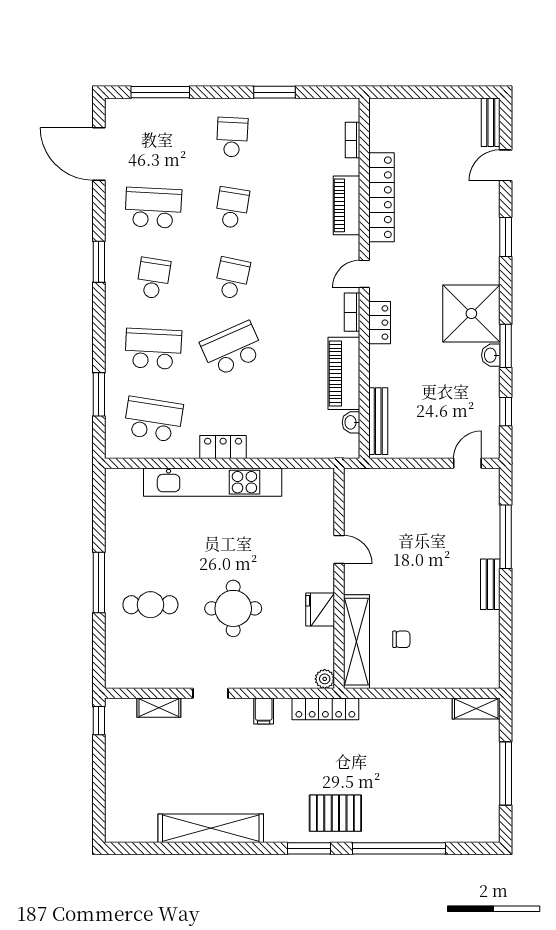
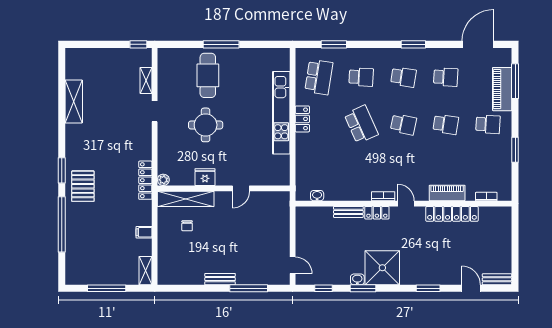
school desk: (153, 208) -> (446, 77), width x0.54
school desk: (153, 349) -> (361, 77), width x0.54
piano: (344, 373) -> (502, 89), moved, turned -90
bench: (378, 421) -> (348, 212), moved, width x0.73
cafe table: (150, 605) -> (208, 75), width x1.37, depth x1.35
filing cabinet: (264, 711) -> (144, 232), moved
shelving: (211, 828) -> (74, 101), width x0.68

